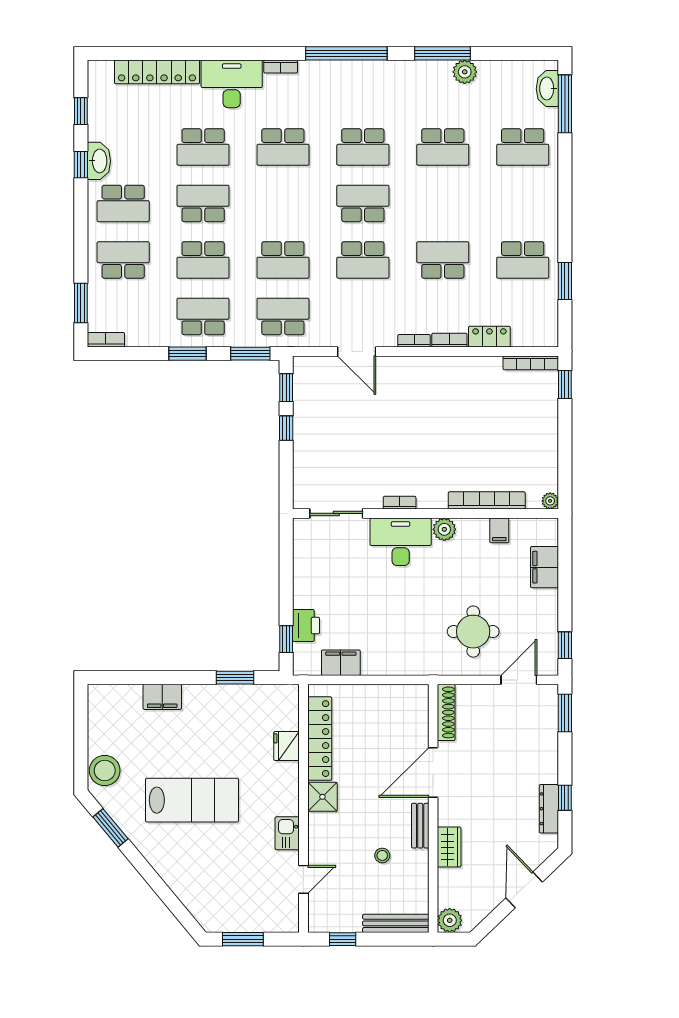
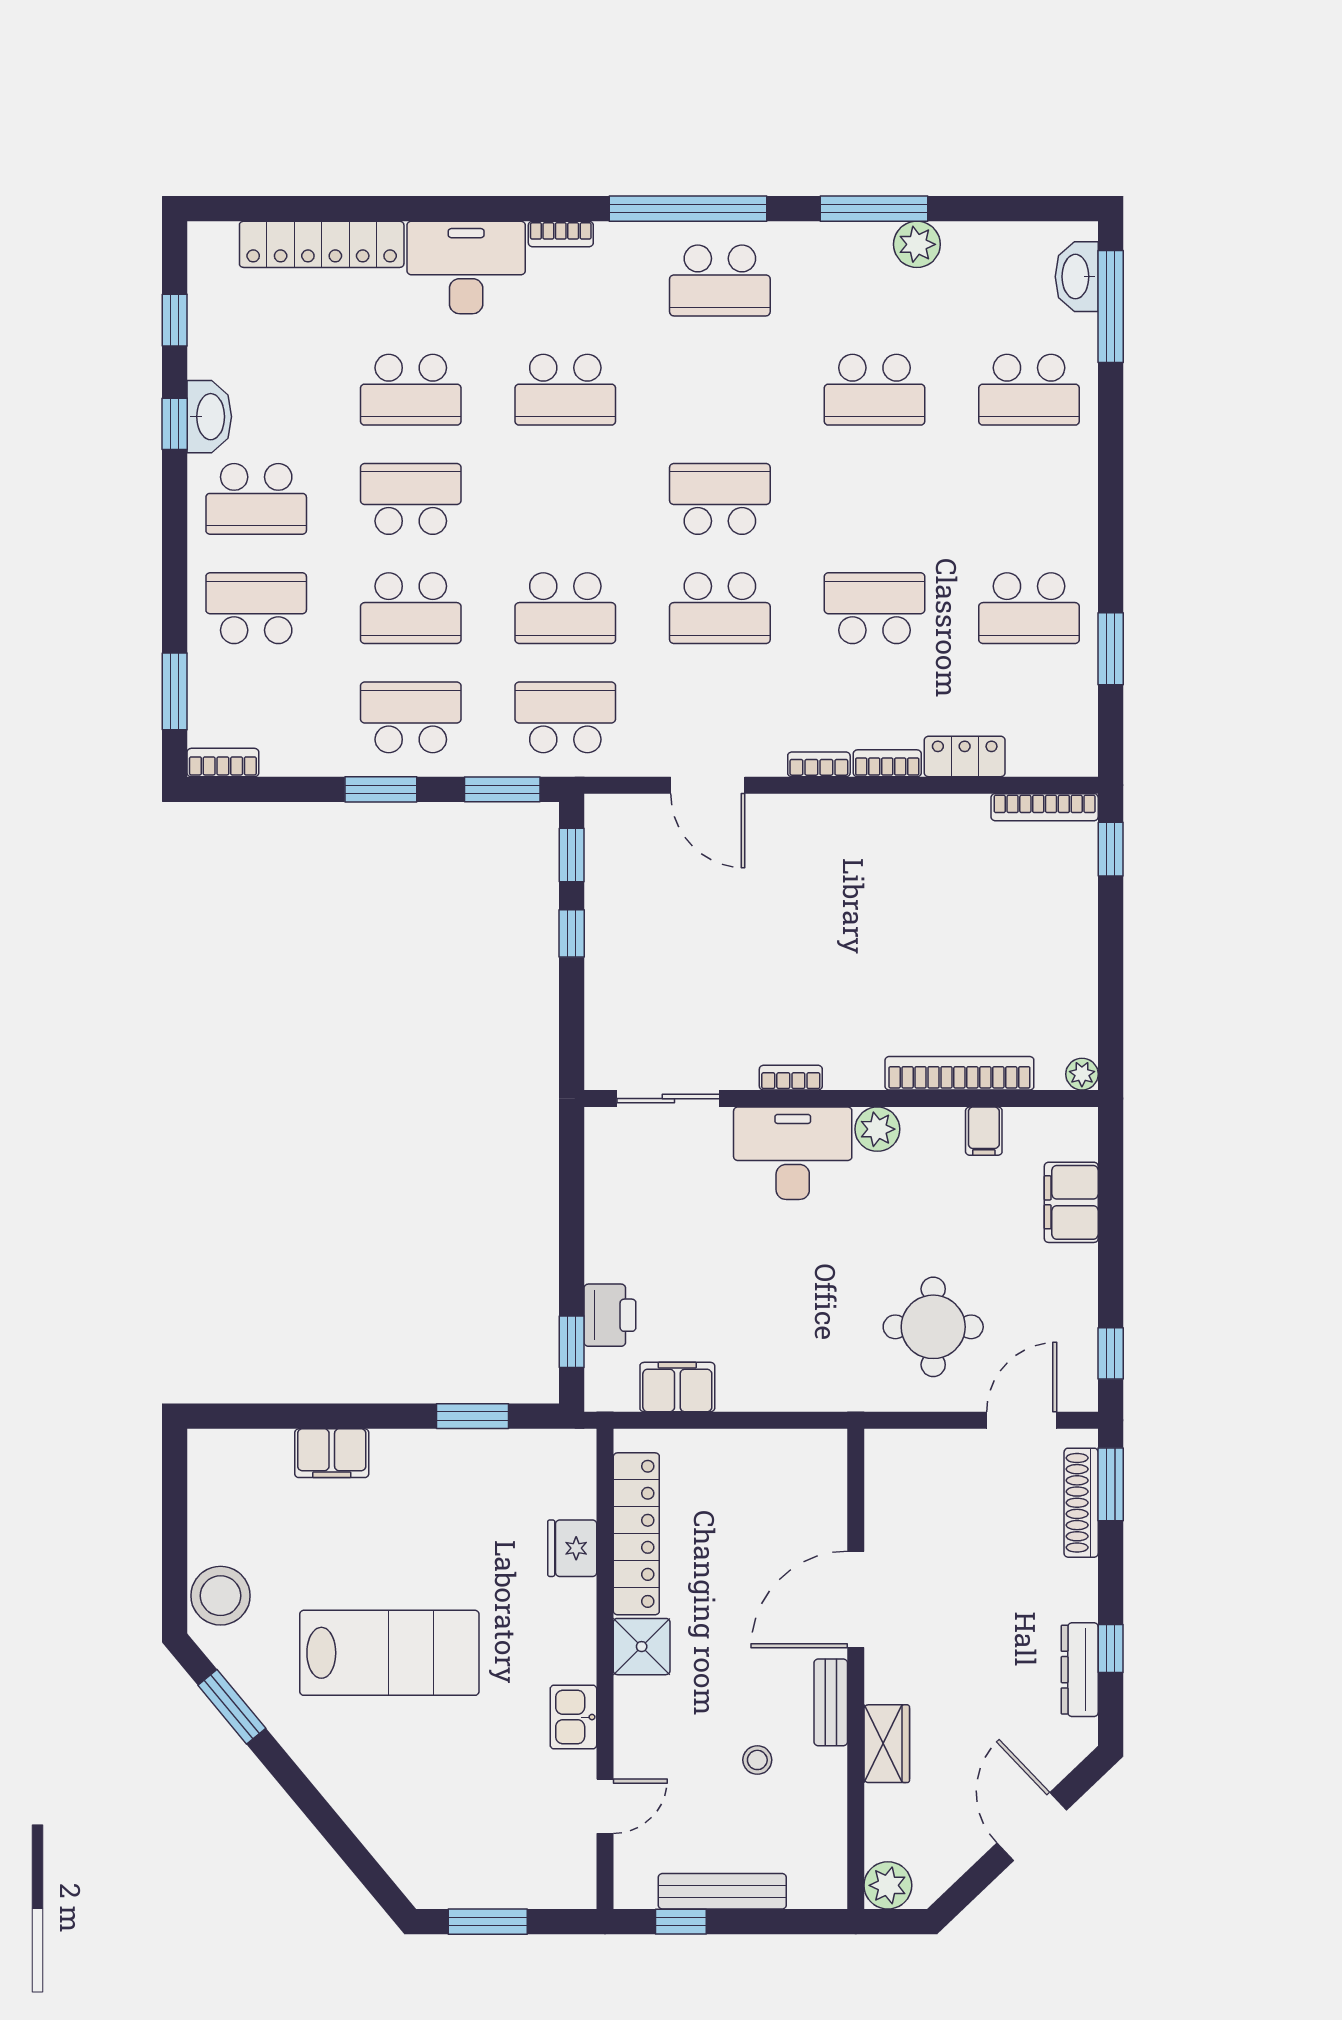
school desk: (363, 147) -> (720, 280), moved
shoe rack: (446, 712) -> (1081, 1503), moved, turned 180
bench: (396, 923) -> (722, 1891), moved

